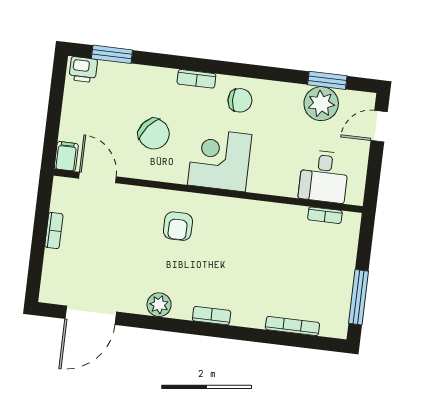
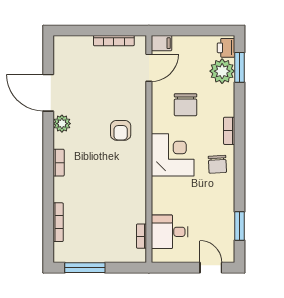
plant: (321, 104) -> (222, 71), moved
chair: (154, 134) -> (186, 105), turned -39
armchair: (178, 226) -> (121, 130), turned -90
bookcase: (54, 231) -> (114, 41), width x1.56
door: (91, 315) -> (48, 93), moved

